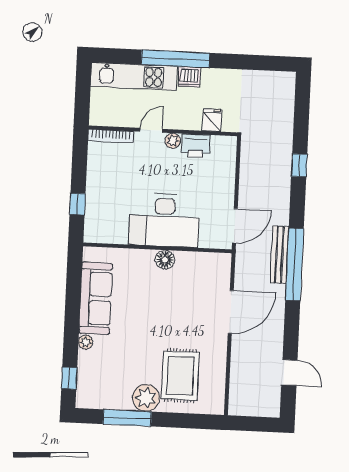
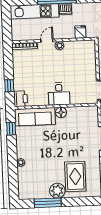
printer: (196, 146) -> (21, 99), moved, turned -90
desk: (165, 220) -> (59, 94), width x0.53, depth x0.77
sofa: (96, 298) -> (35, 117), moved, turned 90
window: (69, 378) -> (11, 129), moved

